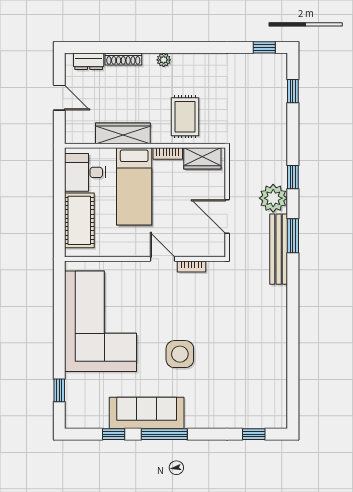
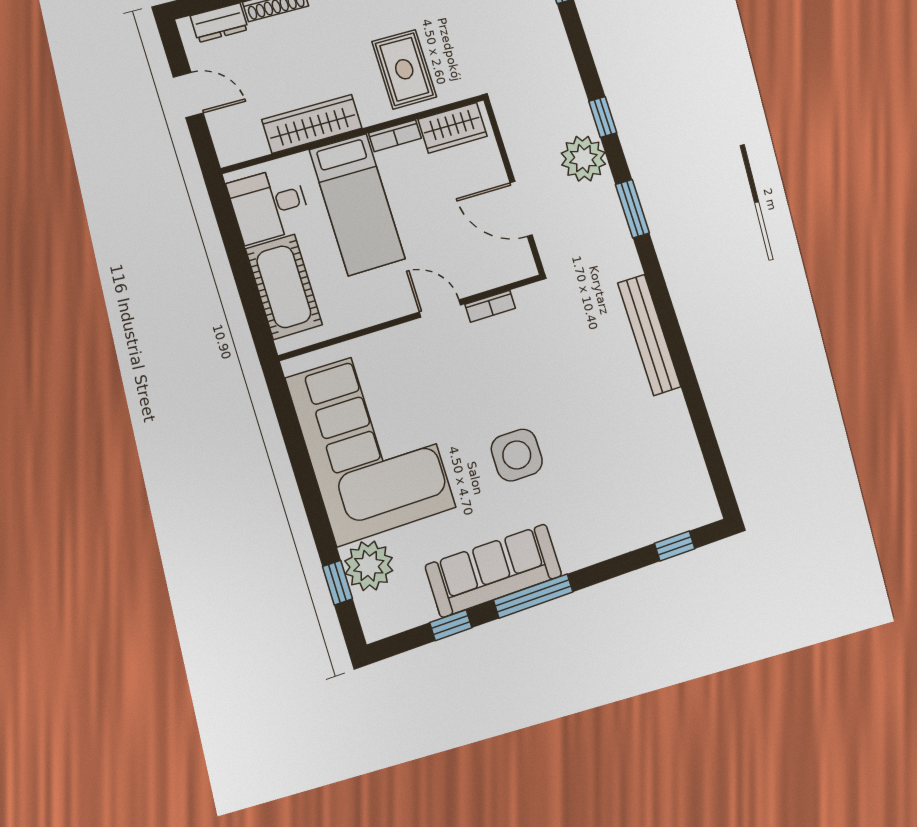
bench: (279, 249) -> (649, 335), moved
plant: (79, 387) -> (369, 566), added

